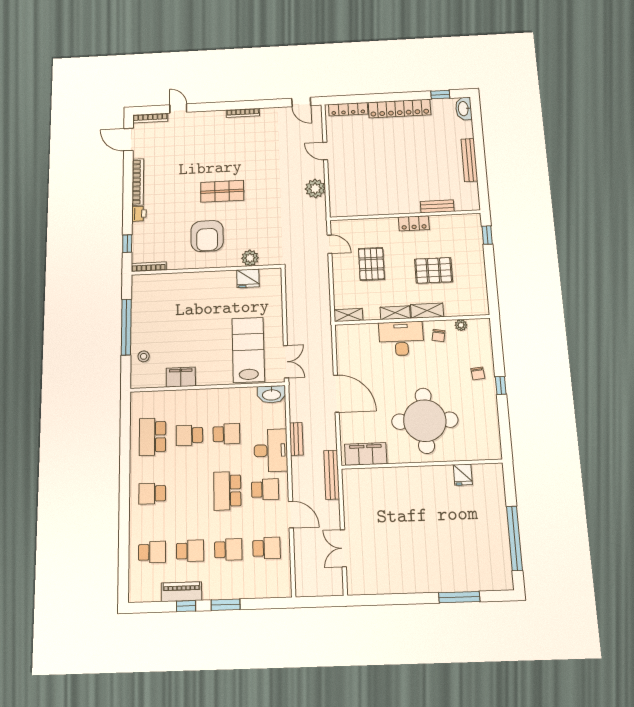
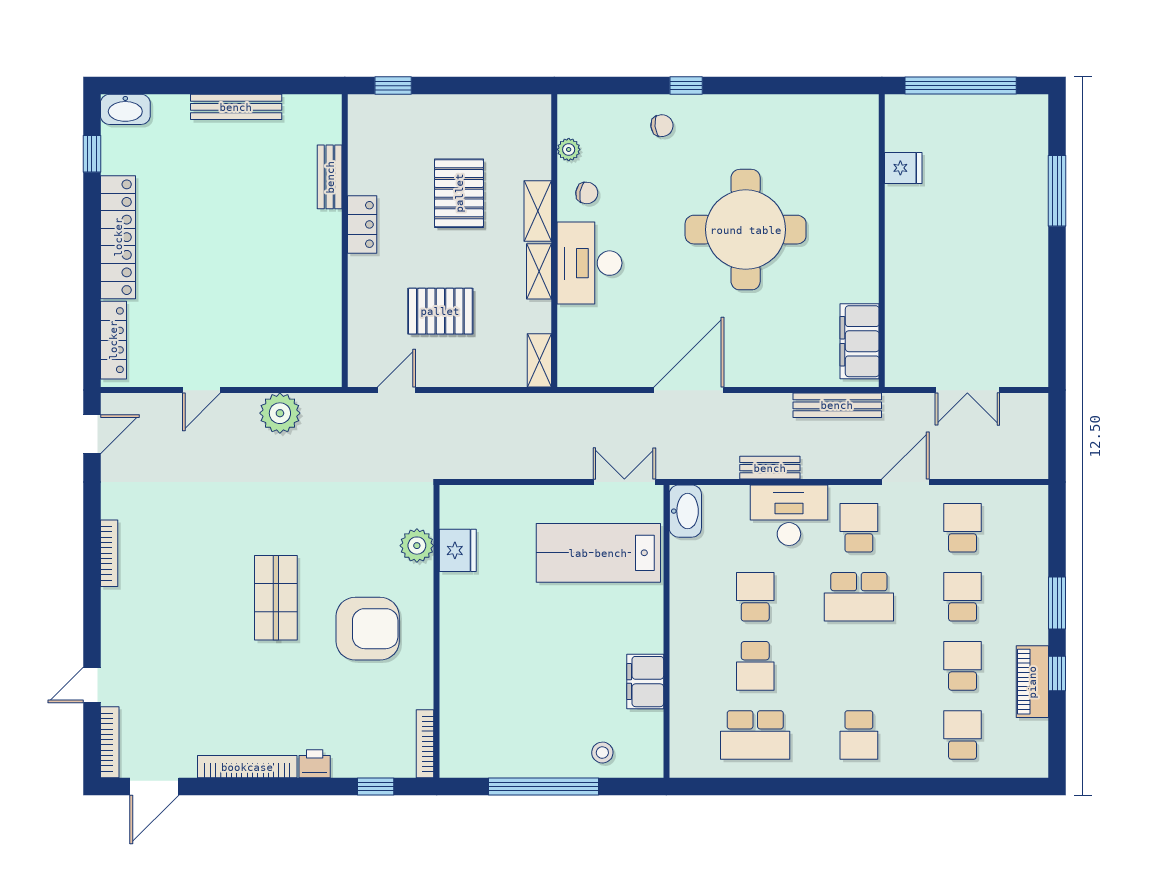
filing cabinet: (366, 454) -> (859, 341), moved
wall: (422, 464) -> (882, 241), moved
fridge: (463, 475) -> (903, 168), moved

